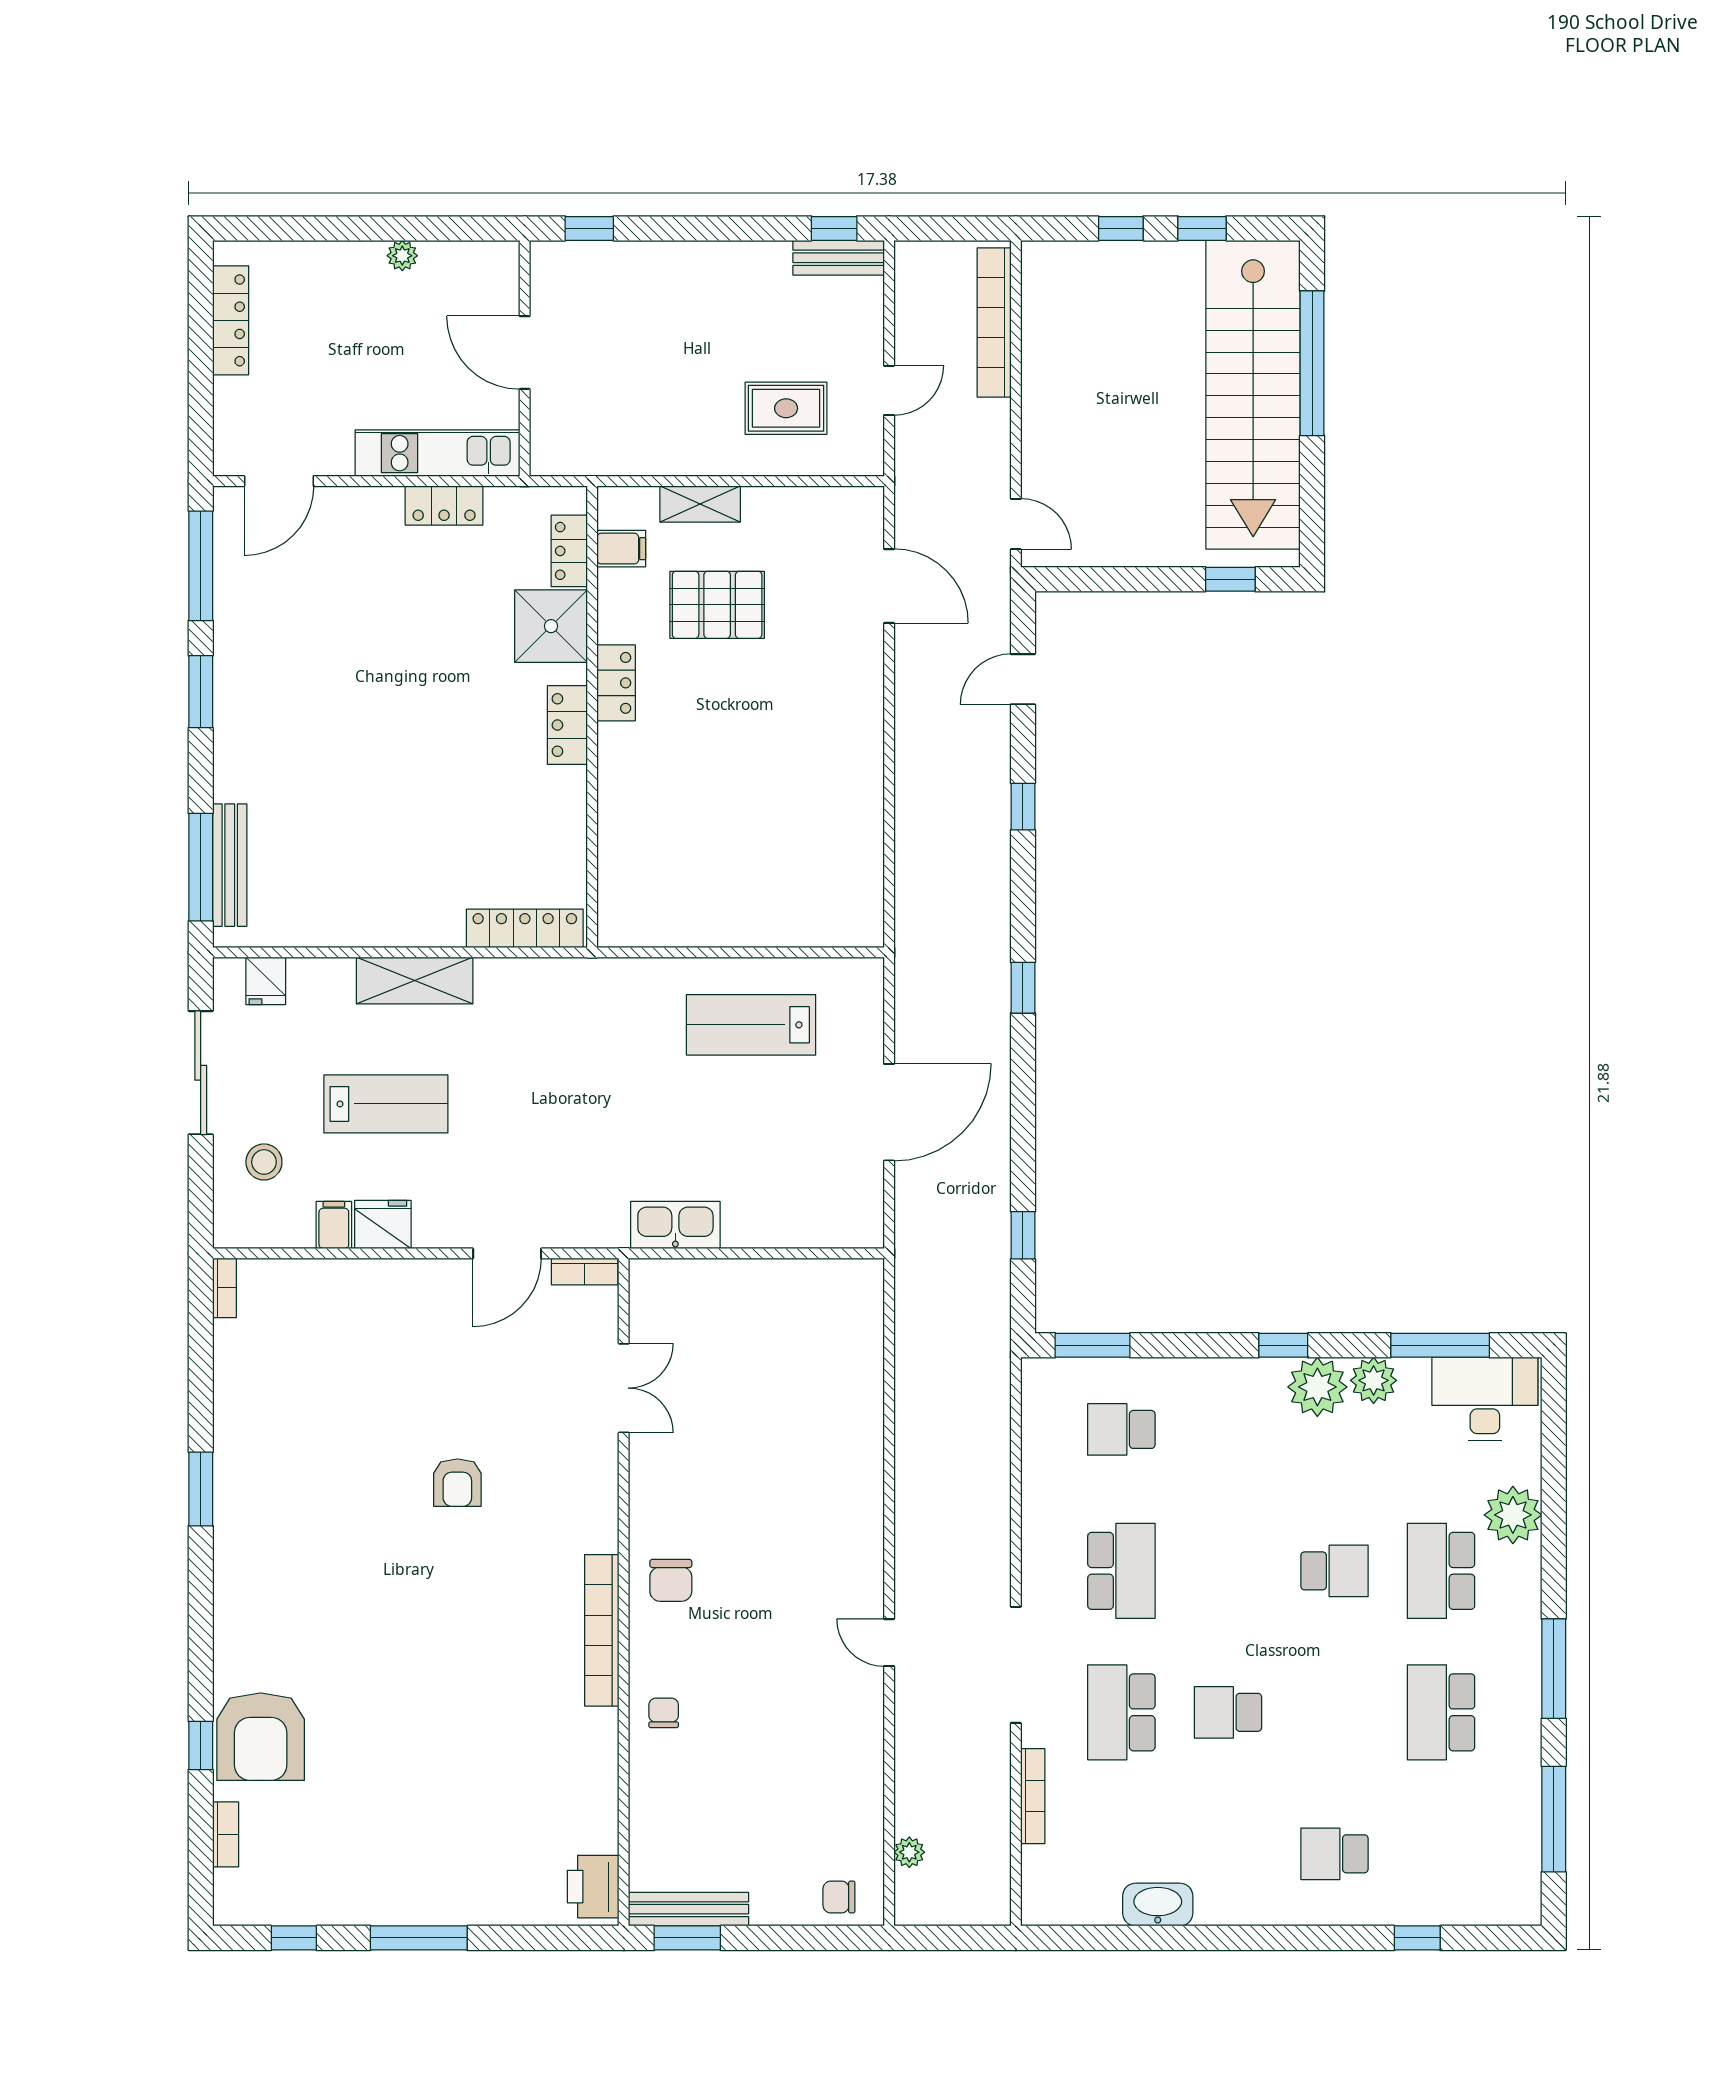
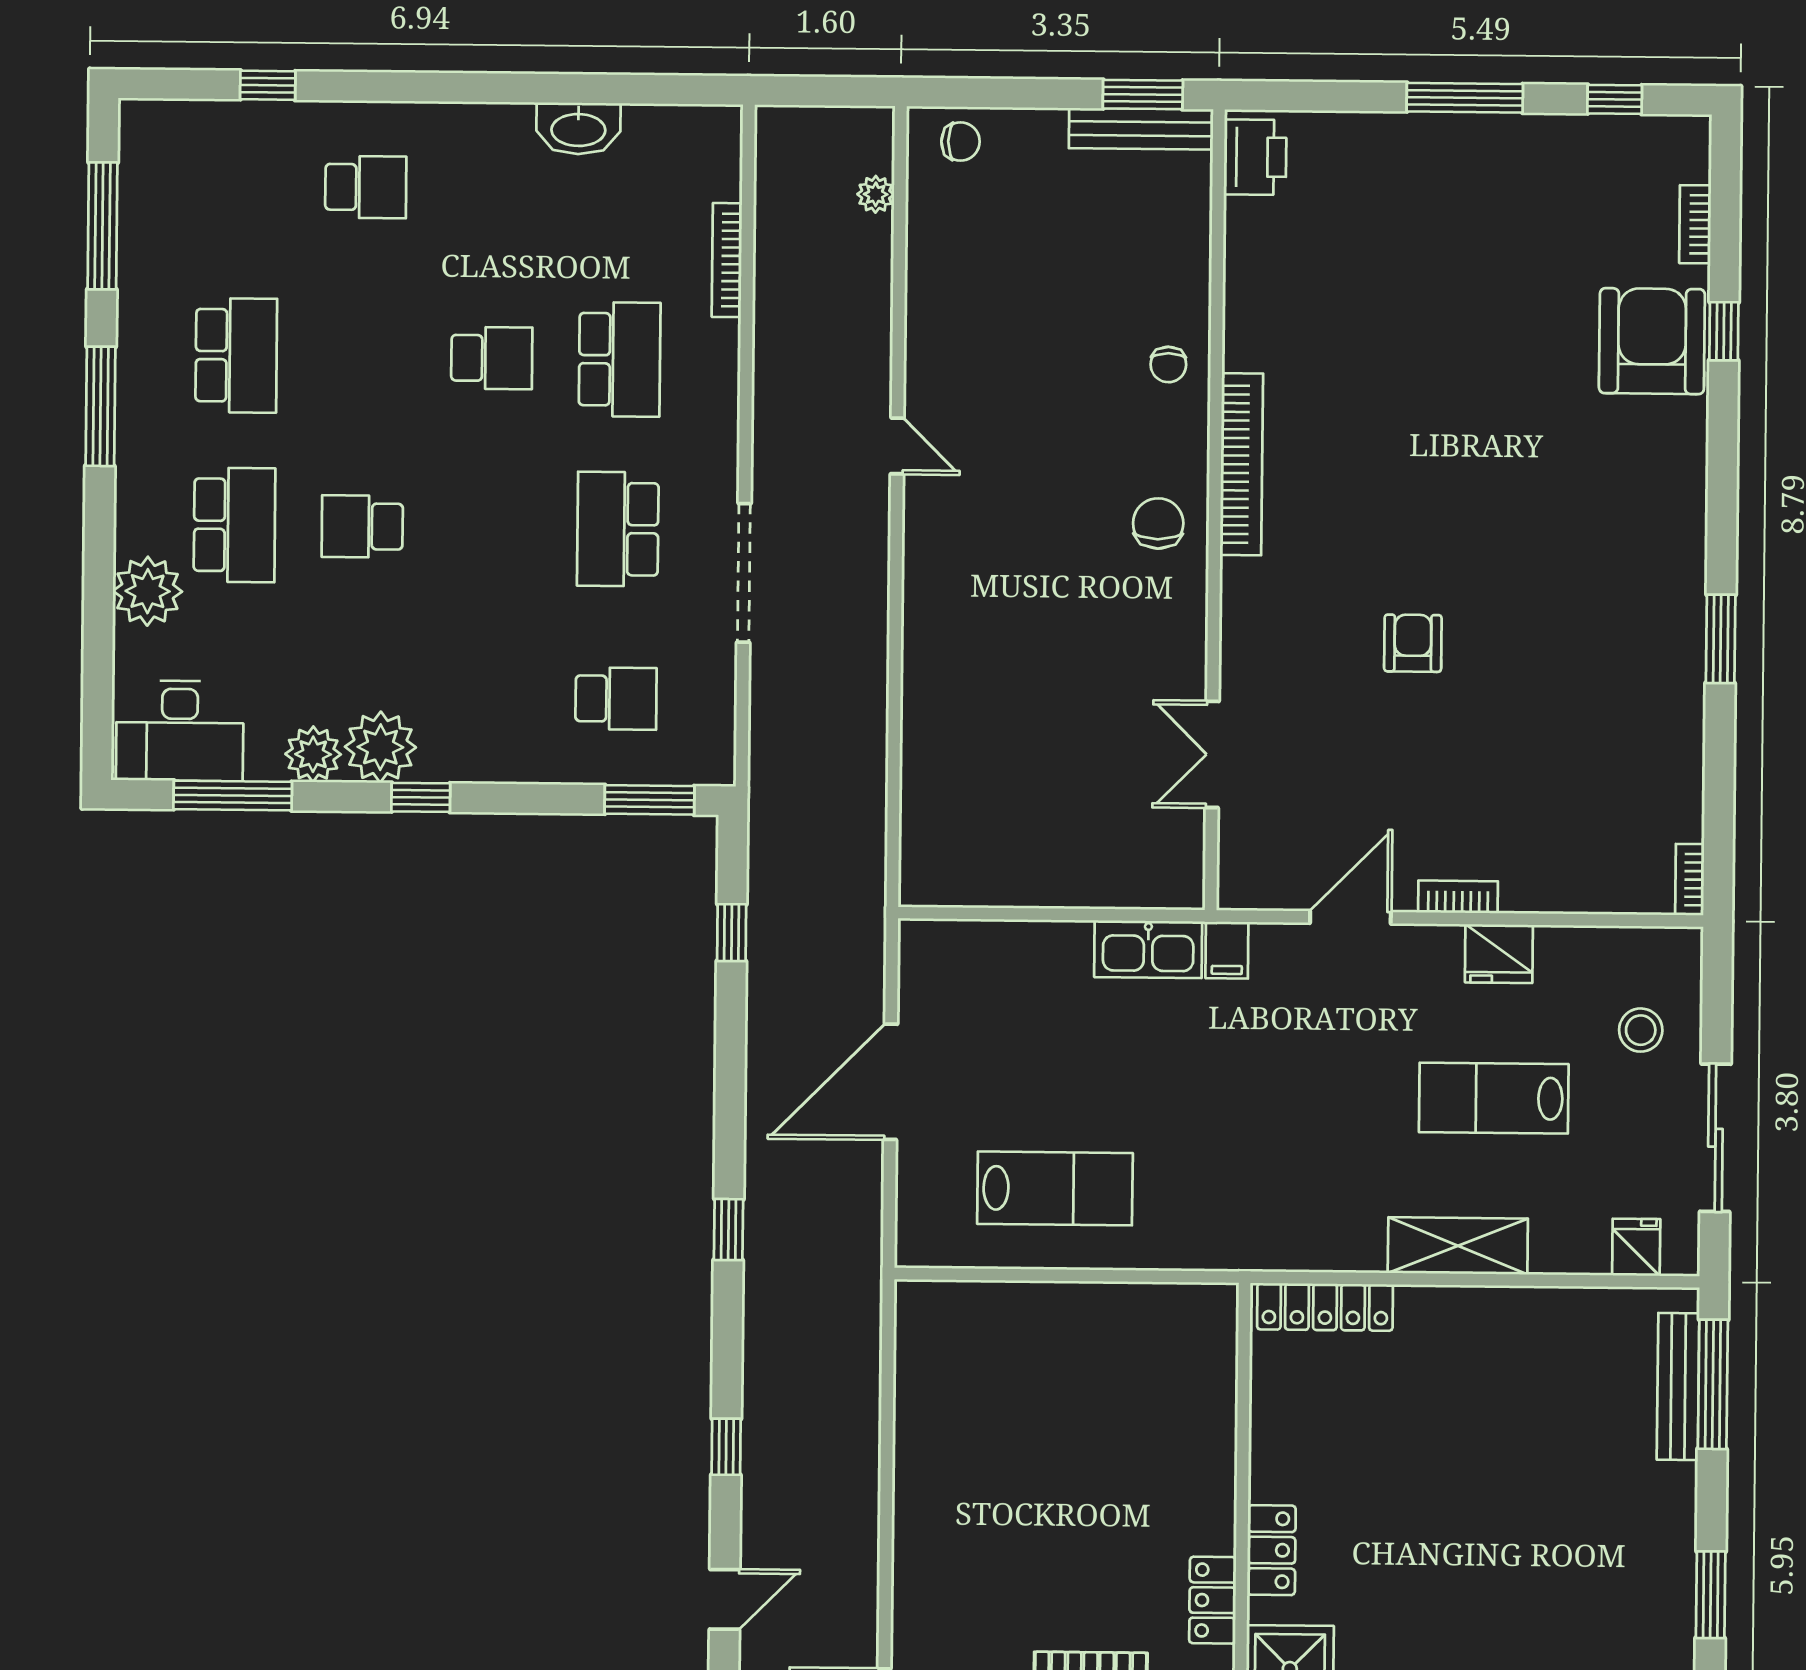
filing cabinet: (334, 1225) -> (1227, 950), moved
bookcase: (585, 1271) -> (1458, 897), moved
doorway: (1016, 1665) -> (744, 573), moved

